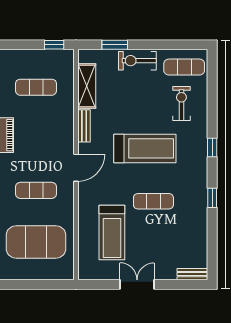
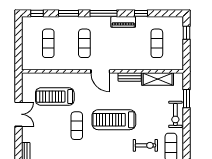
window: (54, 45) -> (187, 33), moved
exercise bike: (137, 61) -> (175, 114), turned 180
treadmill: (145, 148) -> (114, 120), turned 90
exercise mat: (36, 242) -> (48, 43), width x0.50, depth x0.69

